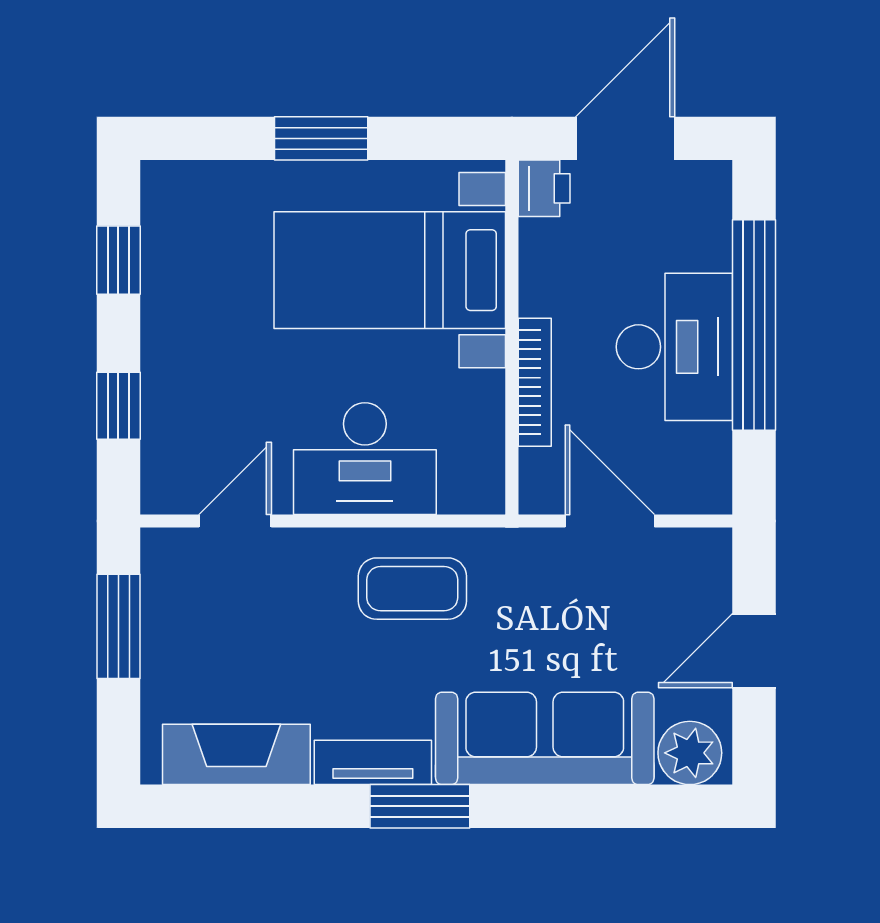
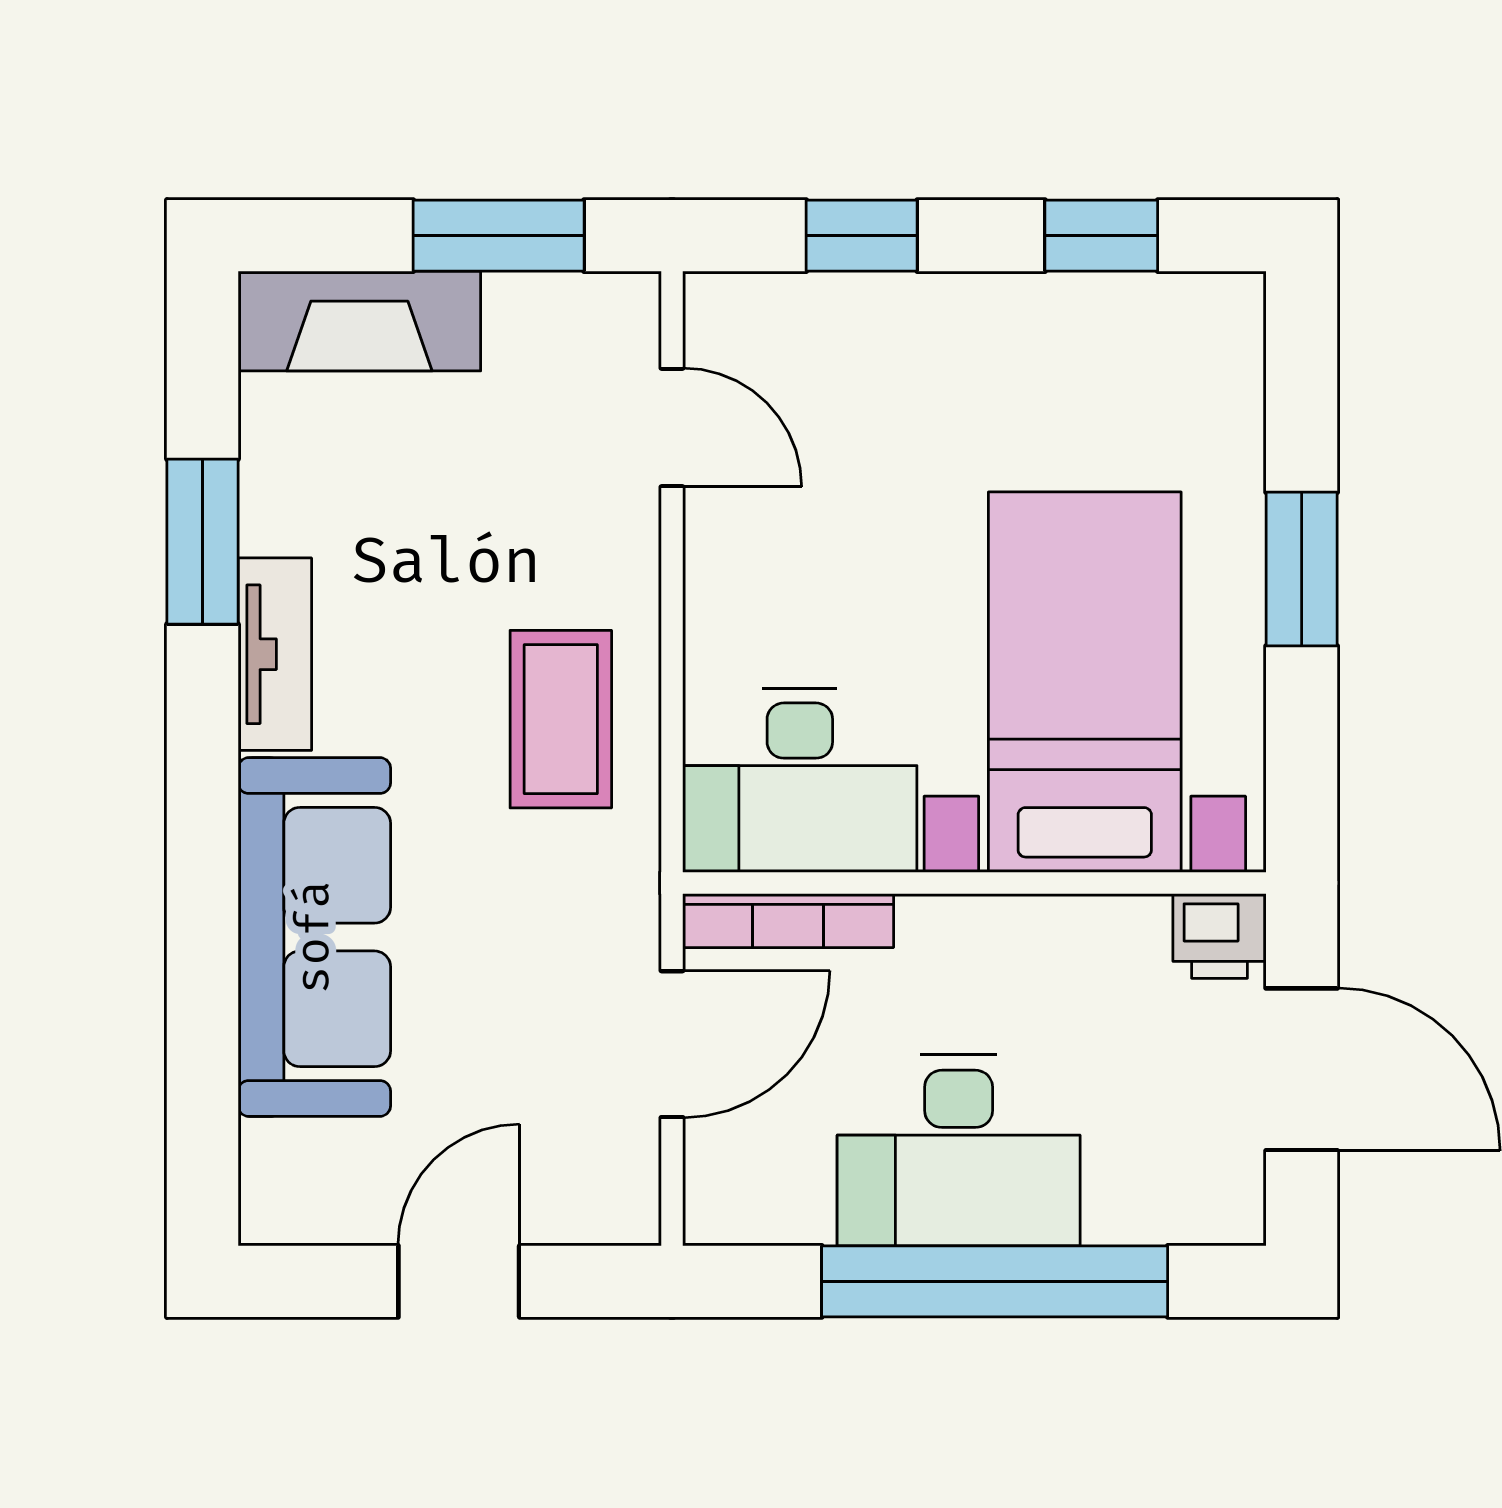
bookcase: (535, 382) -> (788, 921), moved
desk: (365, 459) -> (800, 780), moved, turned -90
door: (754, 651) -> (459, 1281), hinge flipped
plant: (690, 753) -> (290, 1176), removed
fireplace: (236, 754) -> (359, 321), moved, turned 90
window: (420, 806) -> (202, 542), moved

